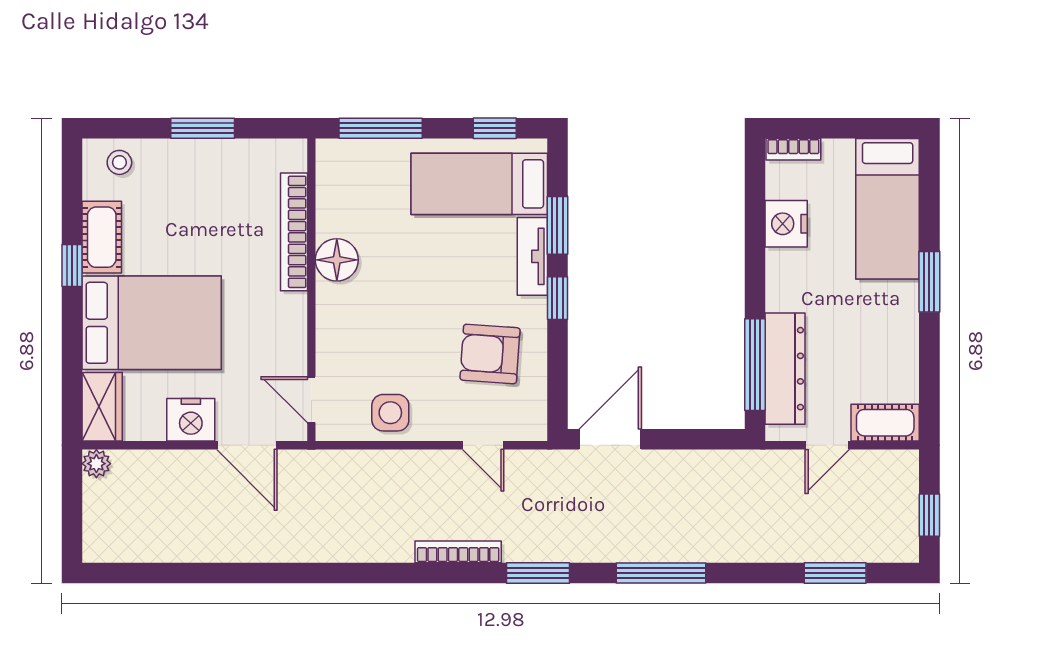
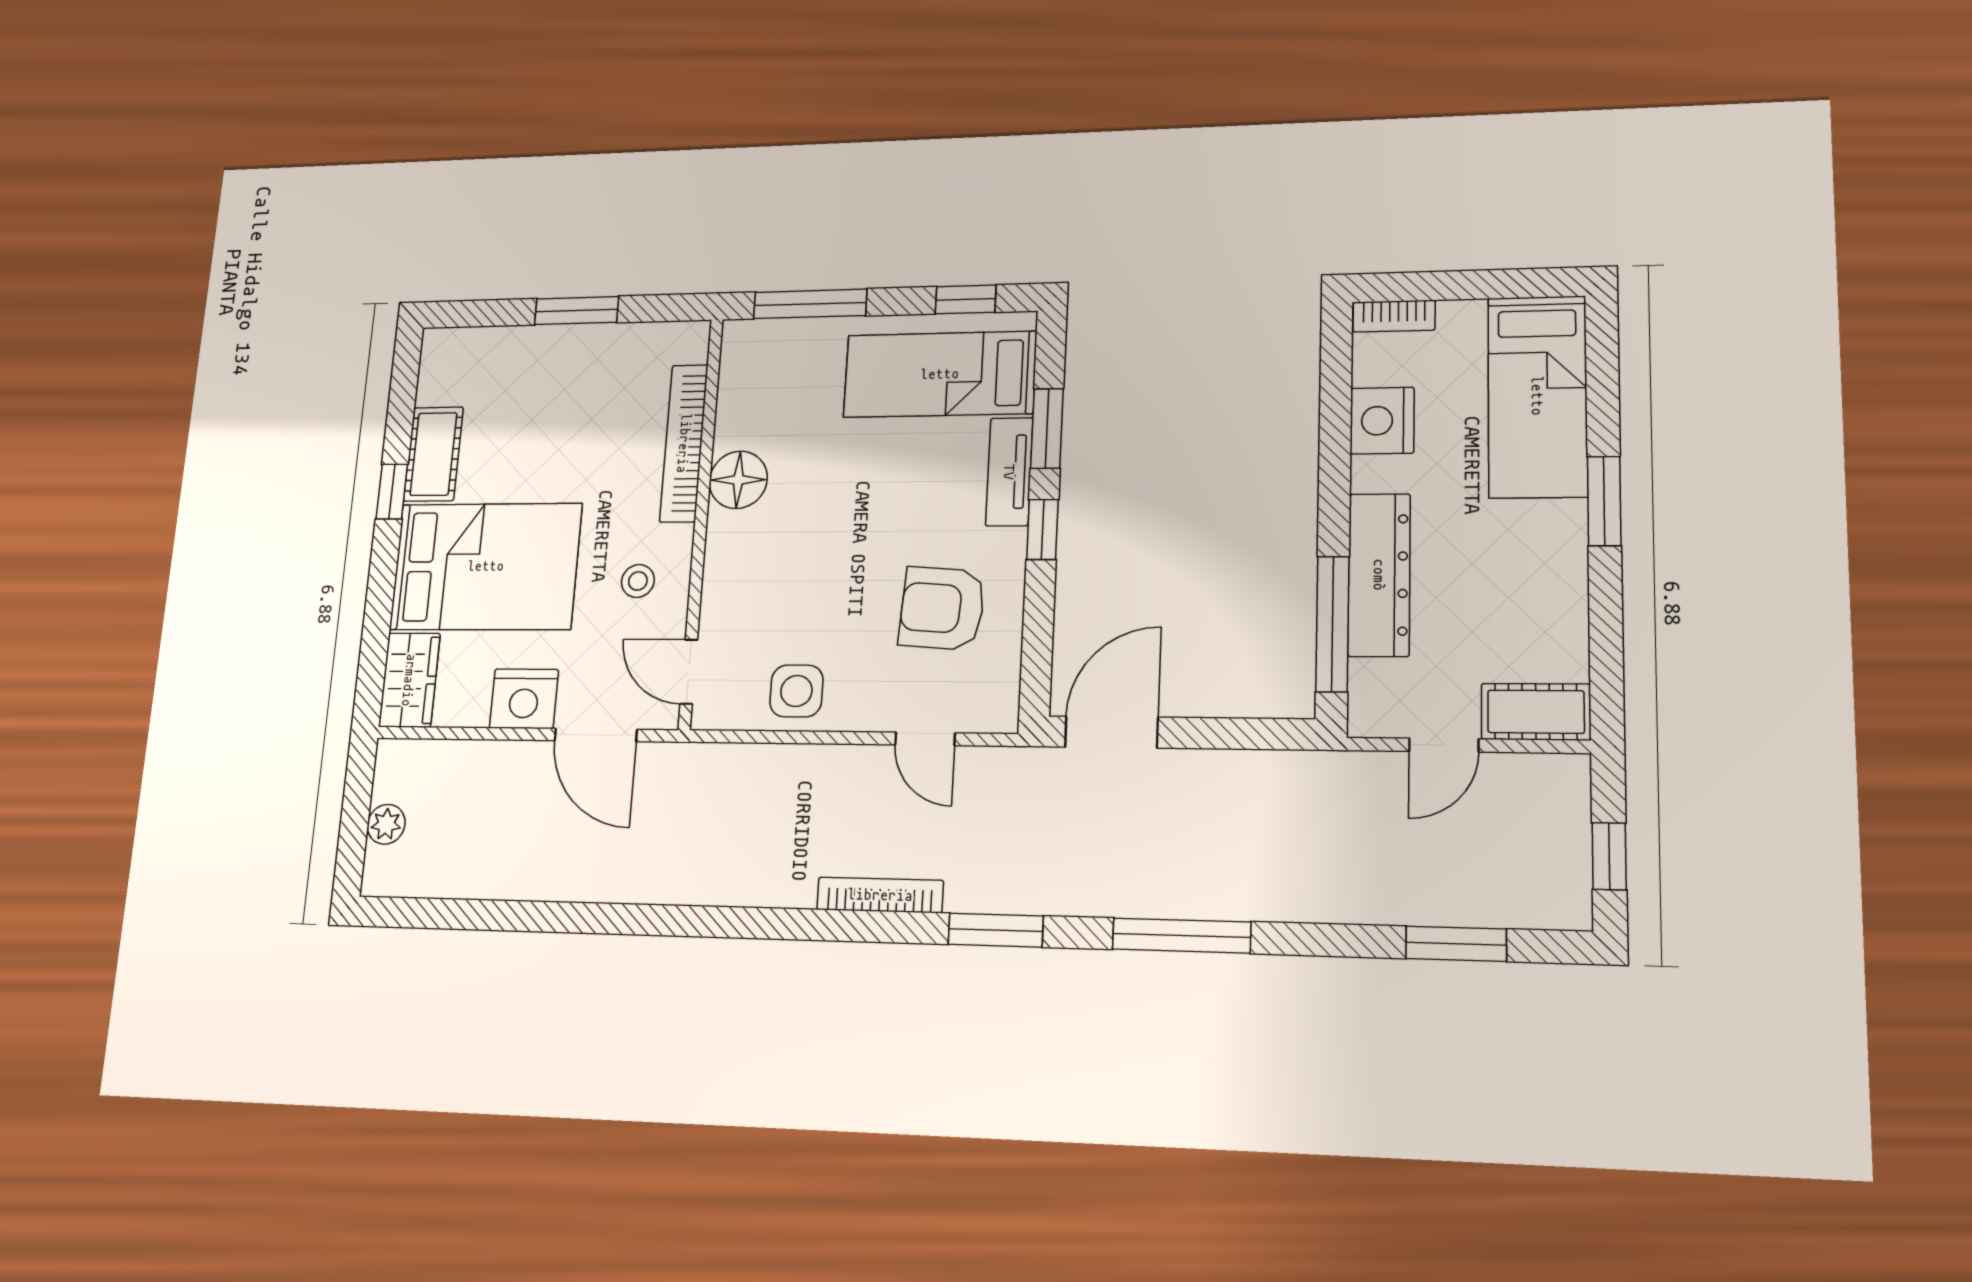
stool: (119, 162) -> (638, 581), moved
dresser: (785, 369) -> (1379, 575), moved
plant: (96, 464) -> (386, 824), moved

